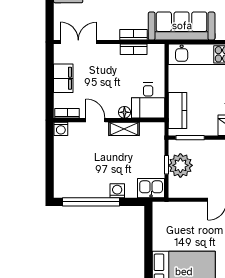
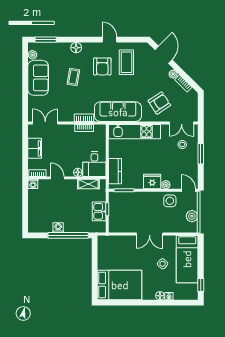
shelving: (124, 129) -> (88, 184), moved
plant: (180, 165) -> (117, 210), removed
kitchen sink: (151, 188) -> (99, 211), moved, turned -90
washing machine: (117, 191) -> (58, 228), moved
window: (91, 202) -> (68, 235), moved

